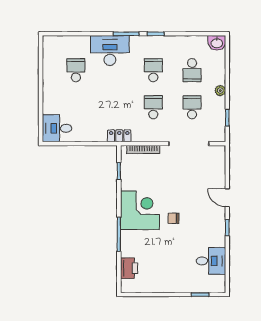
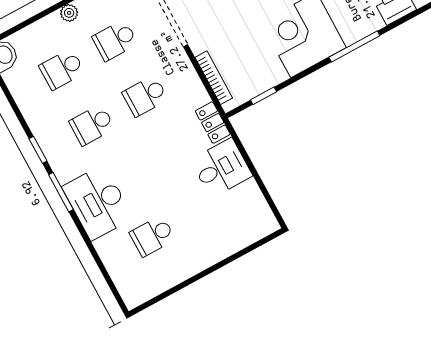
school desk: (192, 70) -> (62, 69), turned 180
desk: (57, 128) -> (221, 168), moved, turned -90

